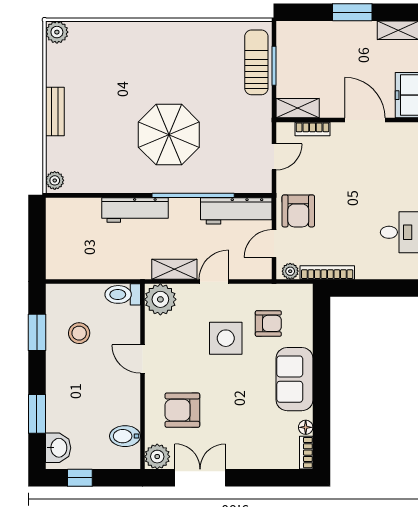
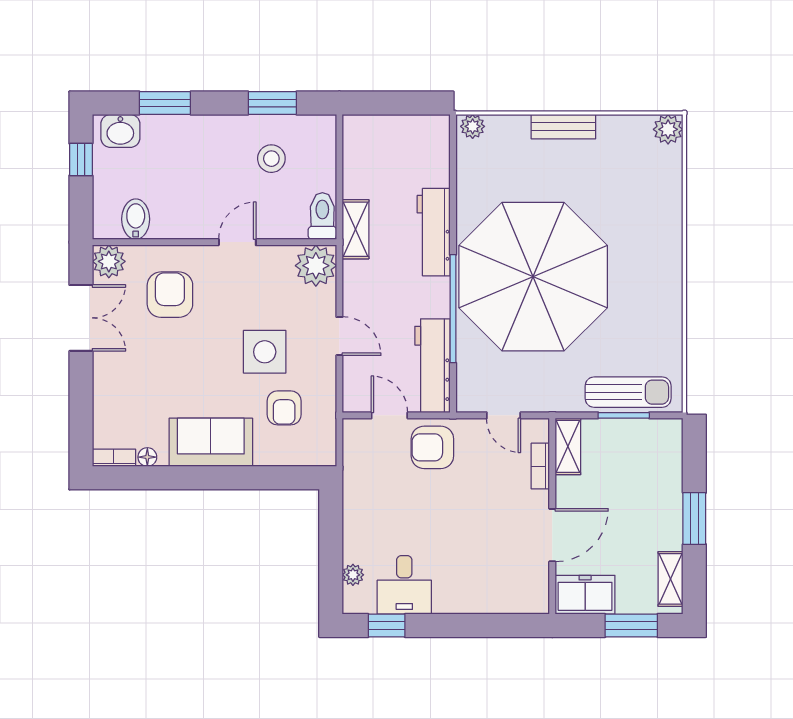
parasol: (169, 135) -> (533, 277), width x1.86, depth x1.86
shelving: (174, 269) -> (355, 229), moved
plant: (290, 271) -> (353, 575), moved
bookcase: (327, 272) -> (351, 485), removed

